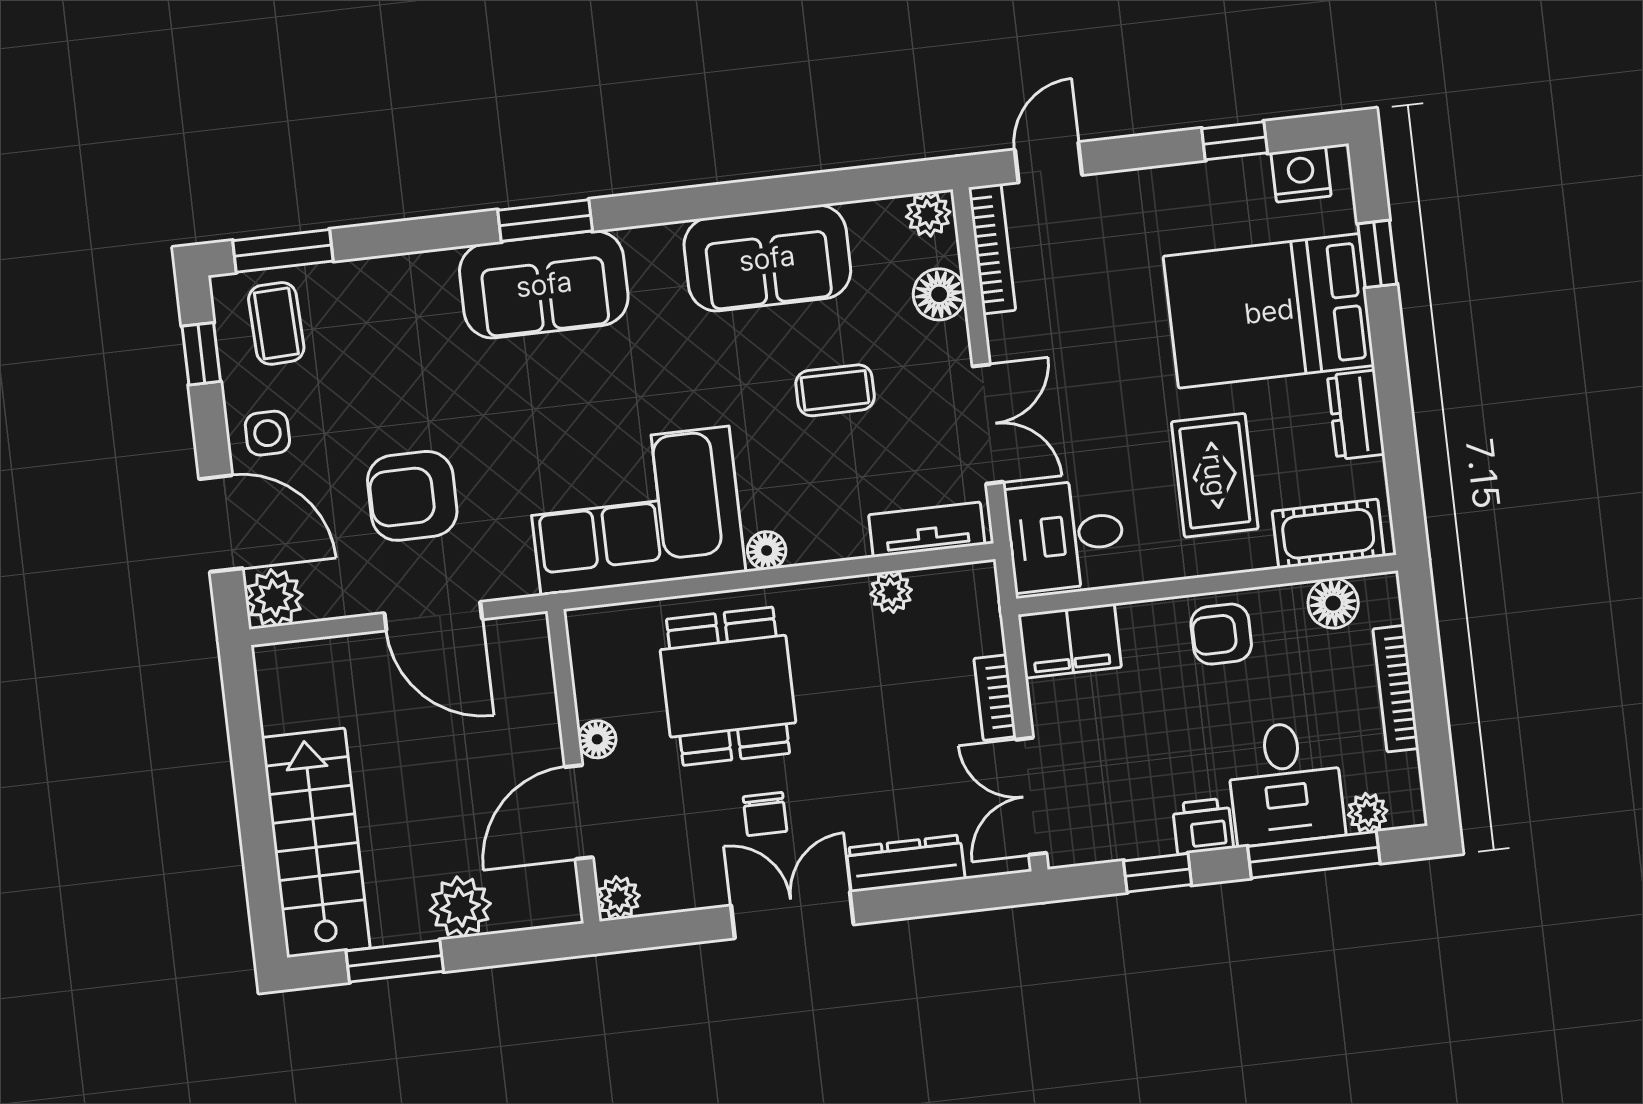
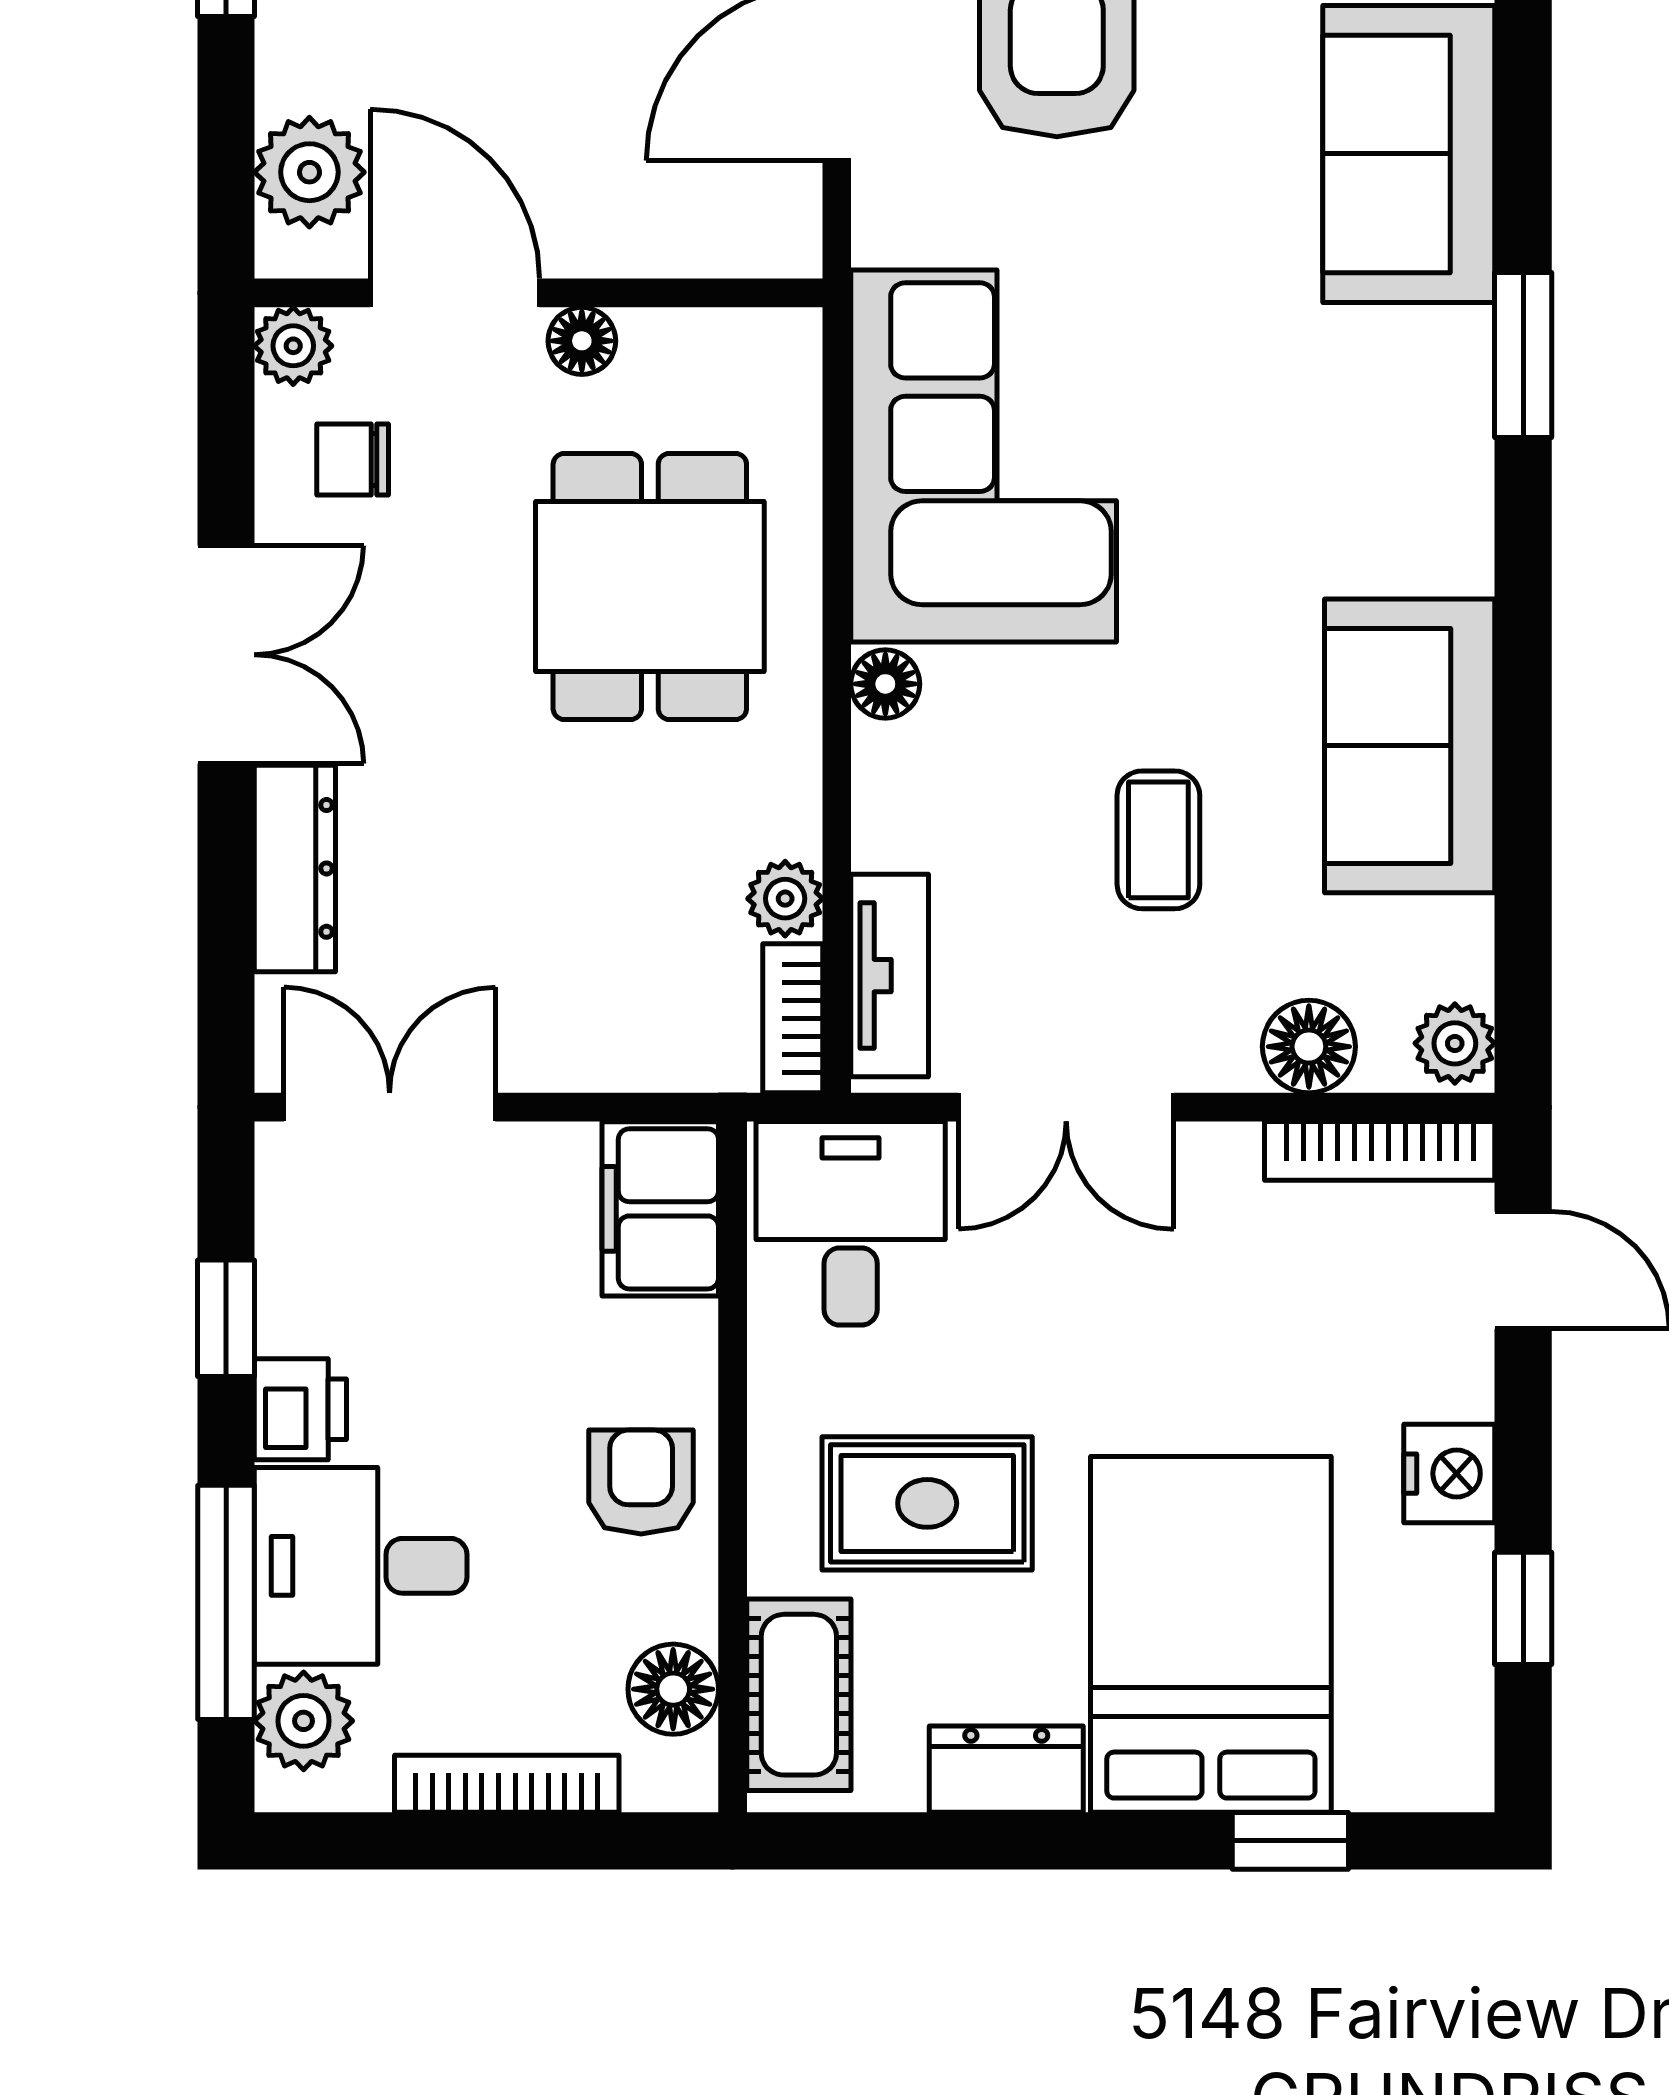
nightstand: (1301, 174) -> (1449, 1474), moved
sofa: (544, 284) -> (1409, 154), moved
dining table: (728, 686) -> (650, 587), turned 90
bookcase: (995, 698) -> (793, 1018), moved, turned -90
plant: (1368, 813) -> (304, 1721), width x1.38, depth x1.38
chair: (765, 814) -> (353, 460), moved
plant: (460, 907) -> (309, 172), moved

